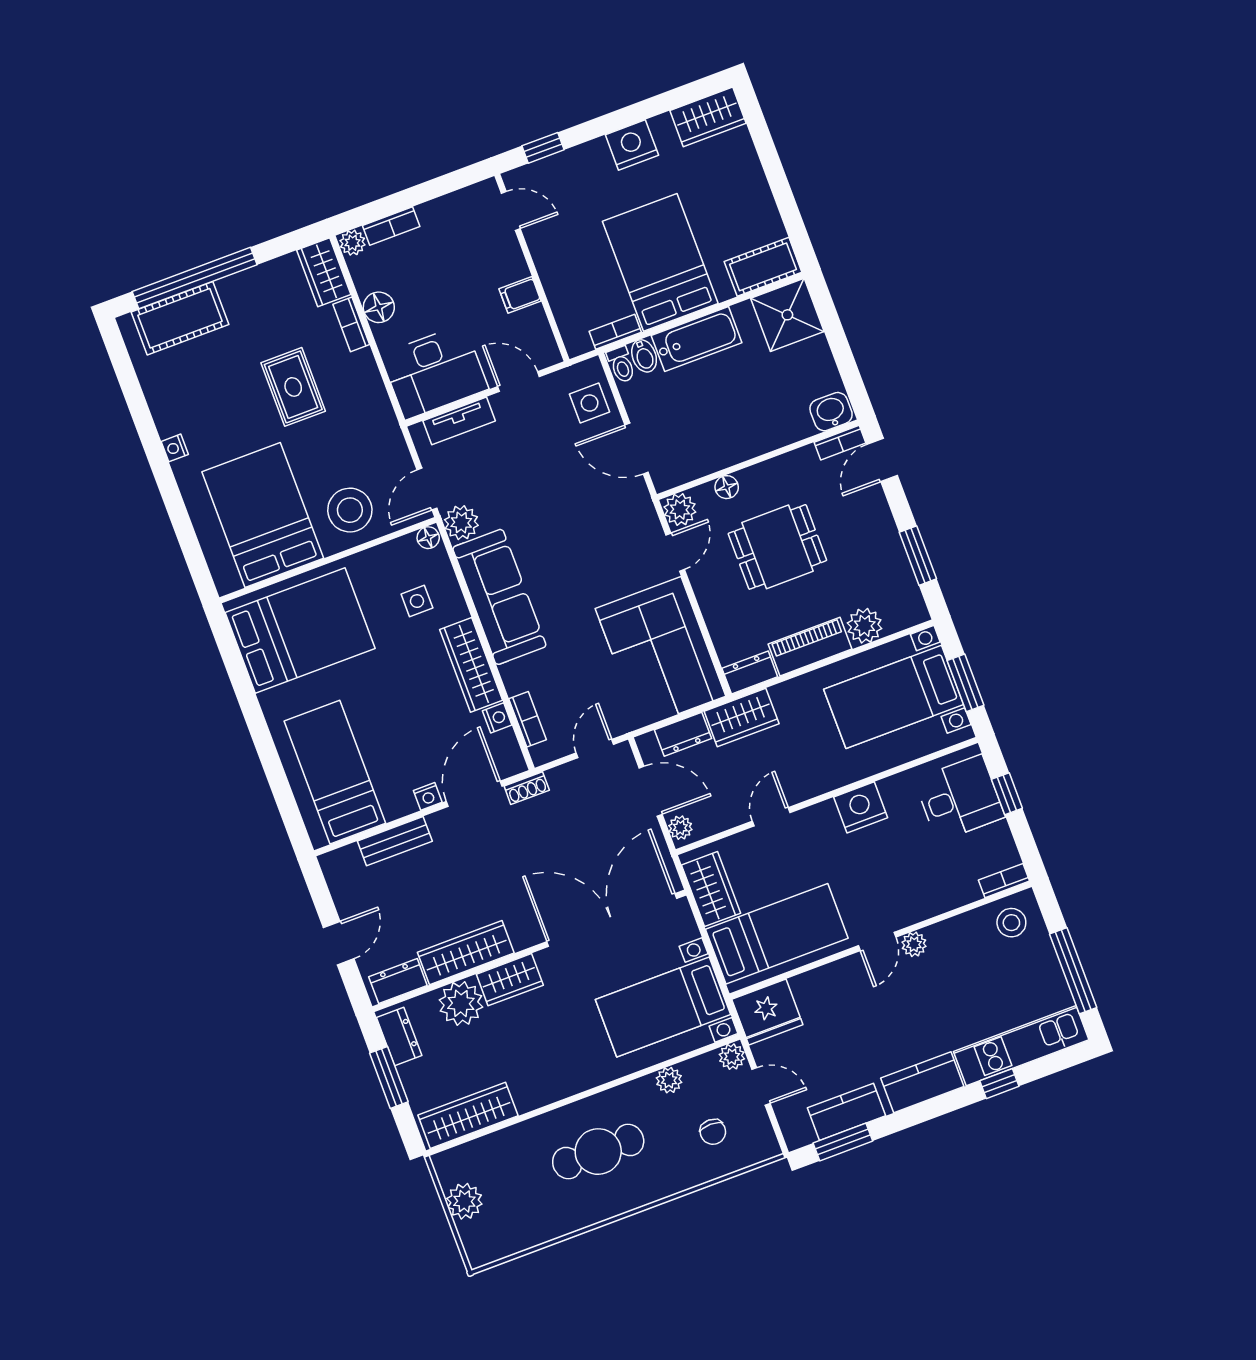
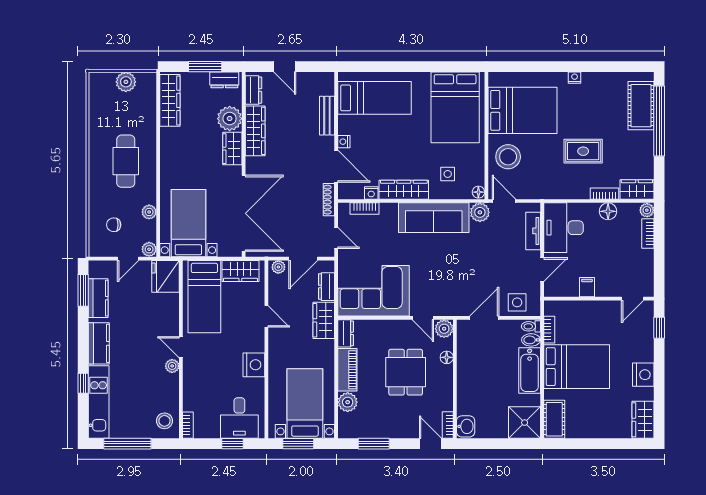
shoe rack: (527, 788) -> (329, 200), width x1.43

